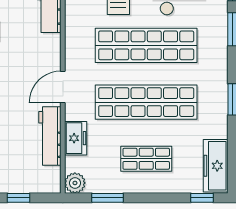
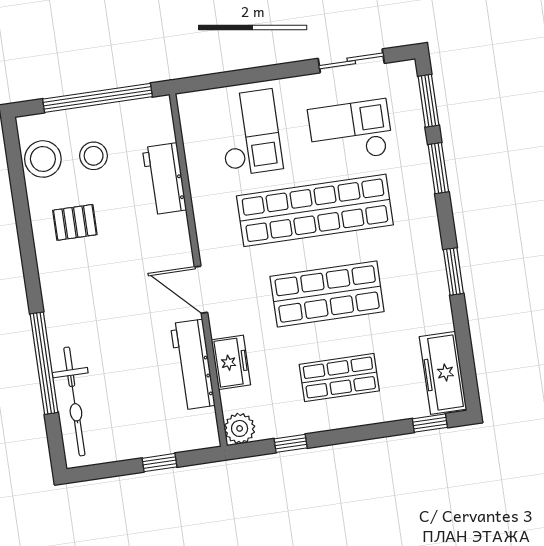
door: (63, 87) -> (201, 290), hinge flipped
shop shelf: (146, 102) -> (327, 294), width x0.71
window: (107, 198) -> (291, 443), width x0.67

